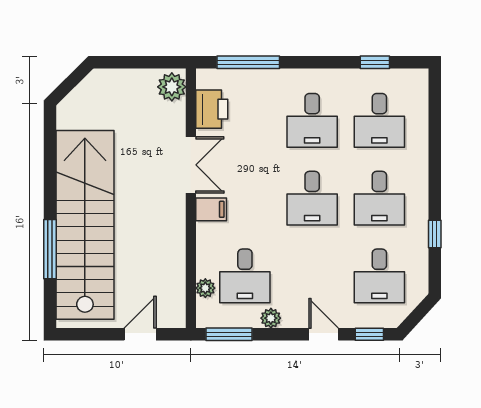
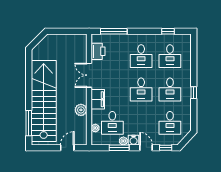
plant: (172, 87) -> (81, 110), moved
double door: (191, 165) -> (89, 75), swing flipped
filing cabinet: (211, 209) -> (98, 99), width x2.00
window: (435, 234) -> (194, 93), moved
window: (50, 249) -> (29, 123), moved
water cooler: (294, 316) -> (134, 140), added
window: (229, 334) -> (119, 148), moved

